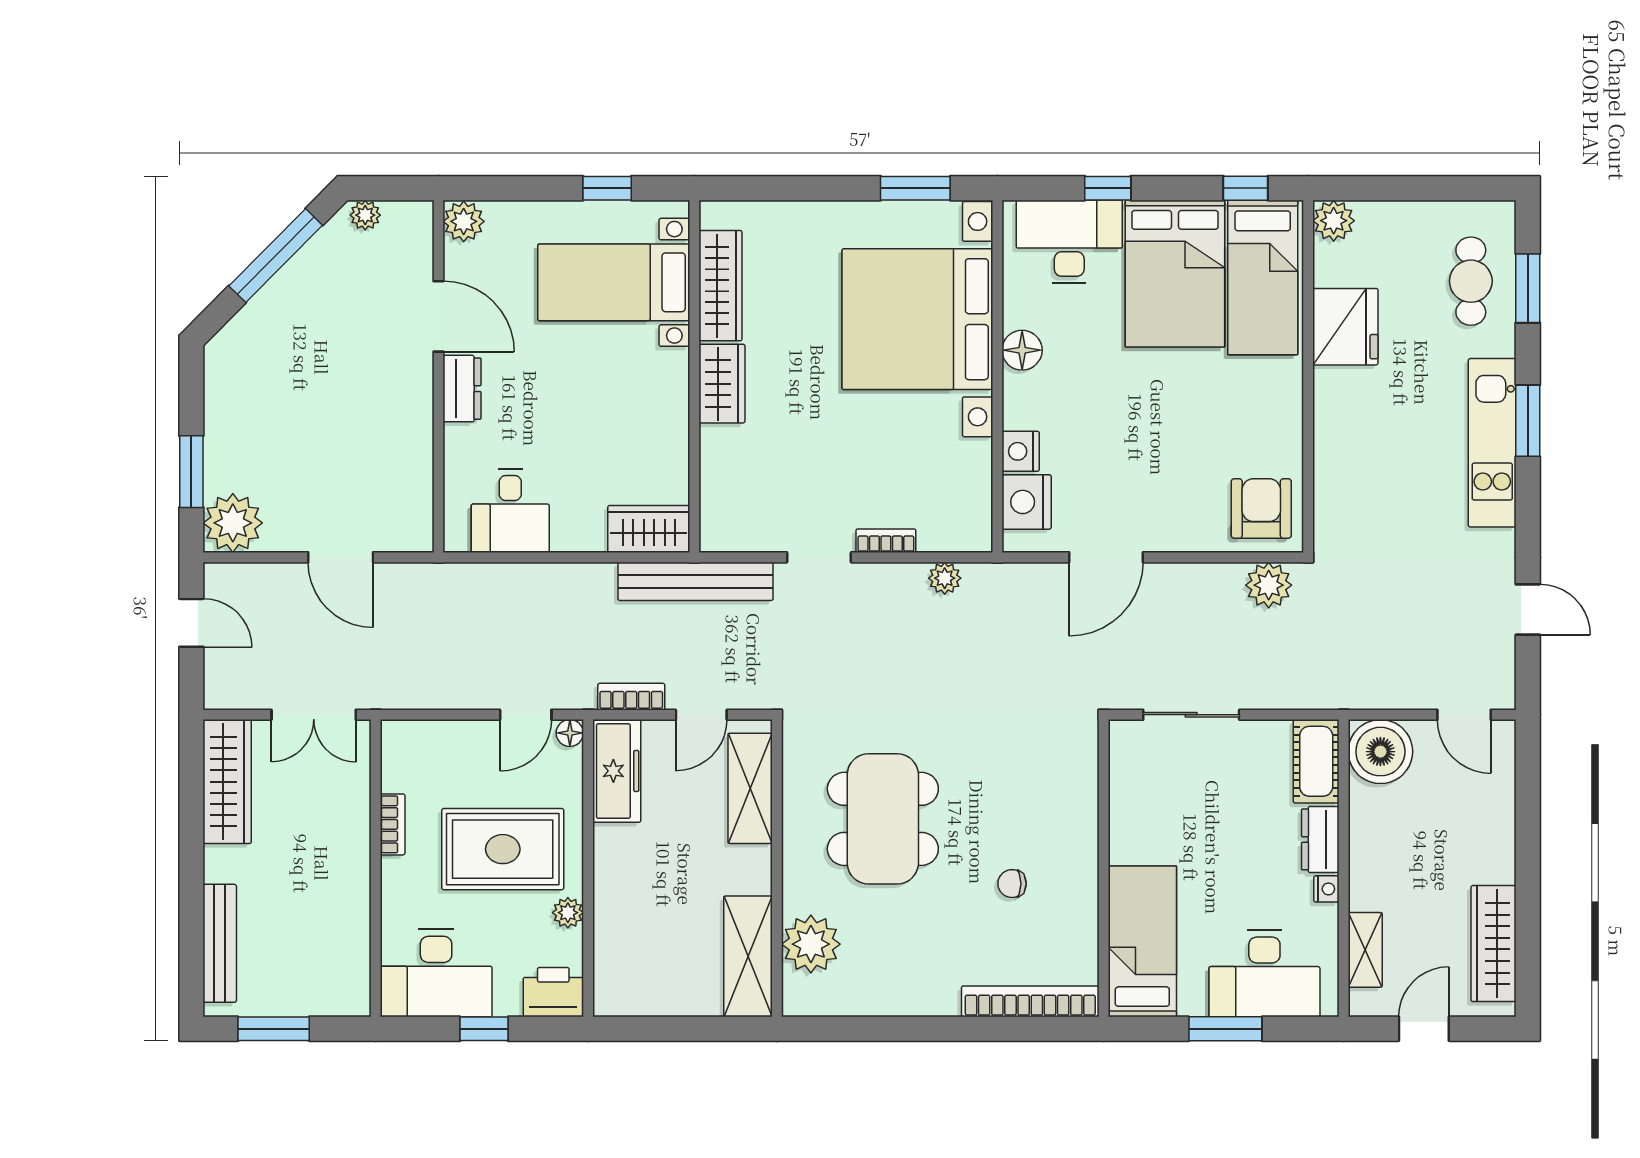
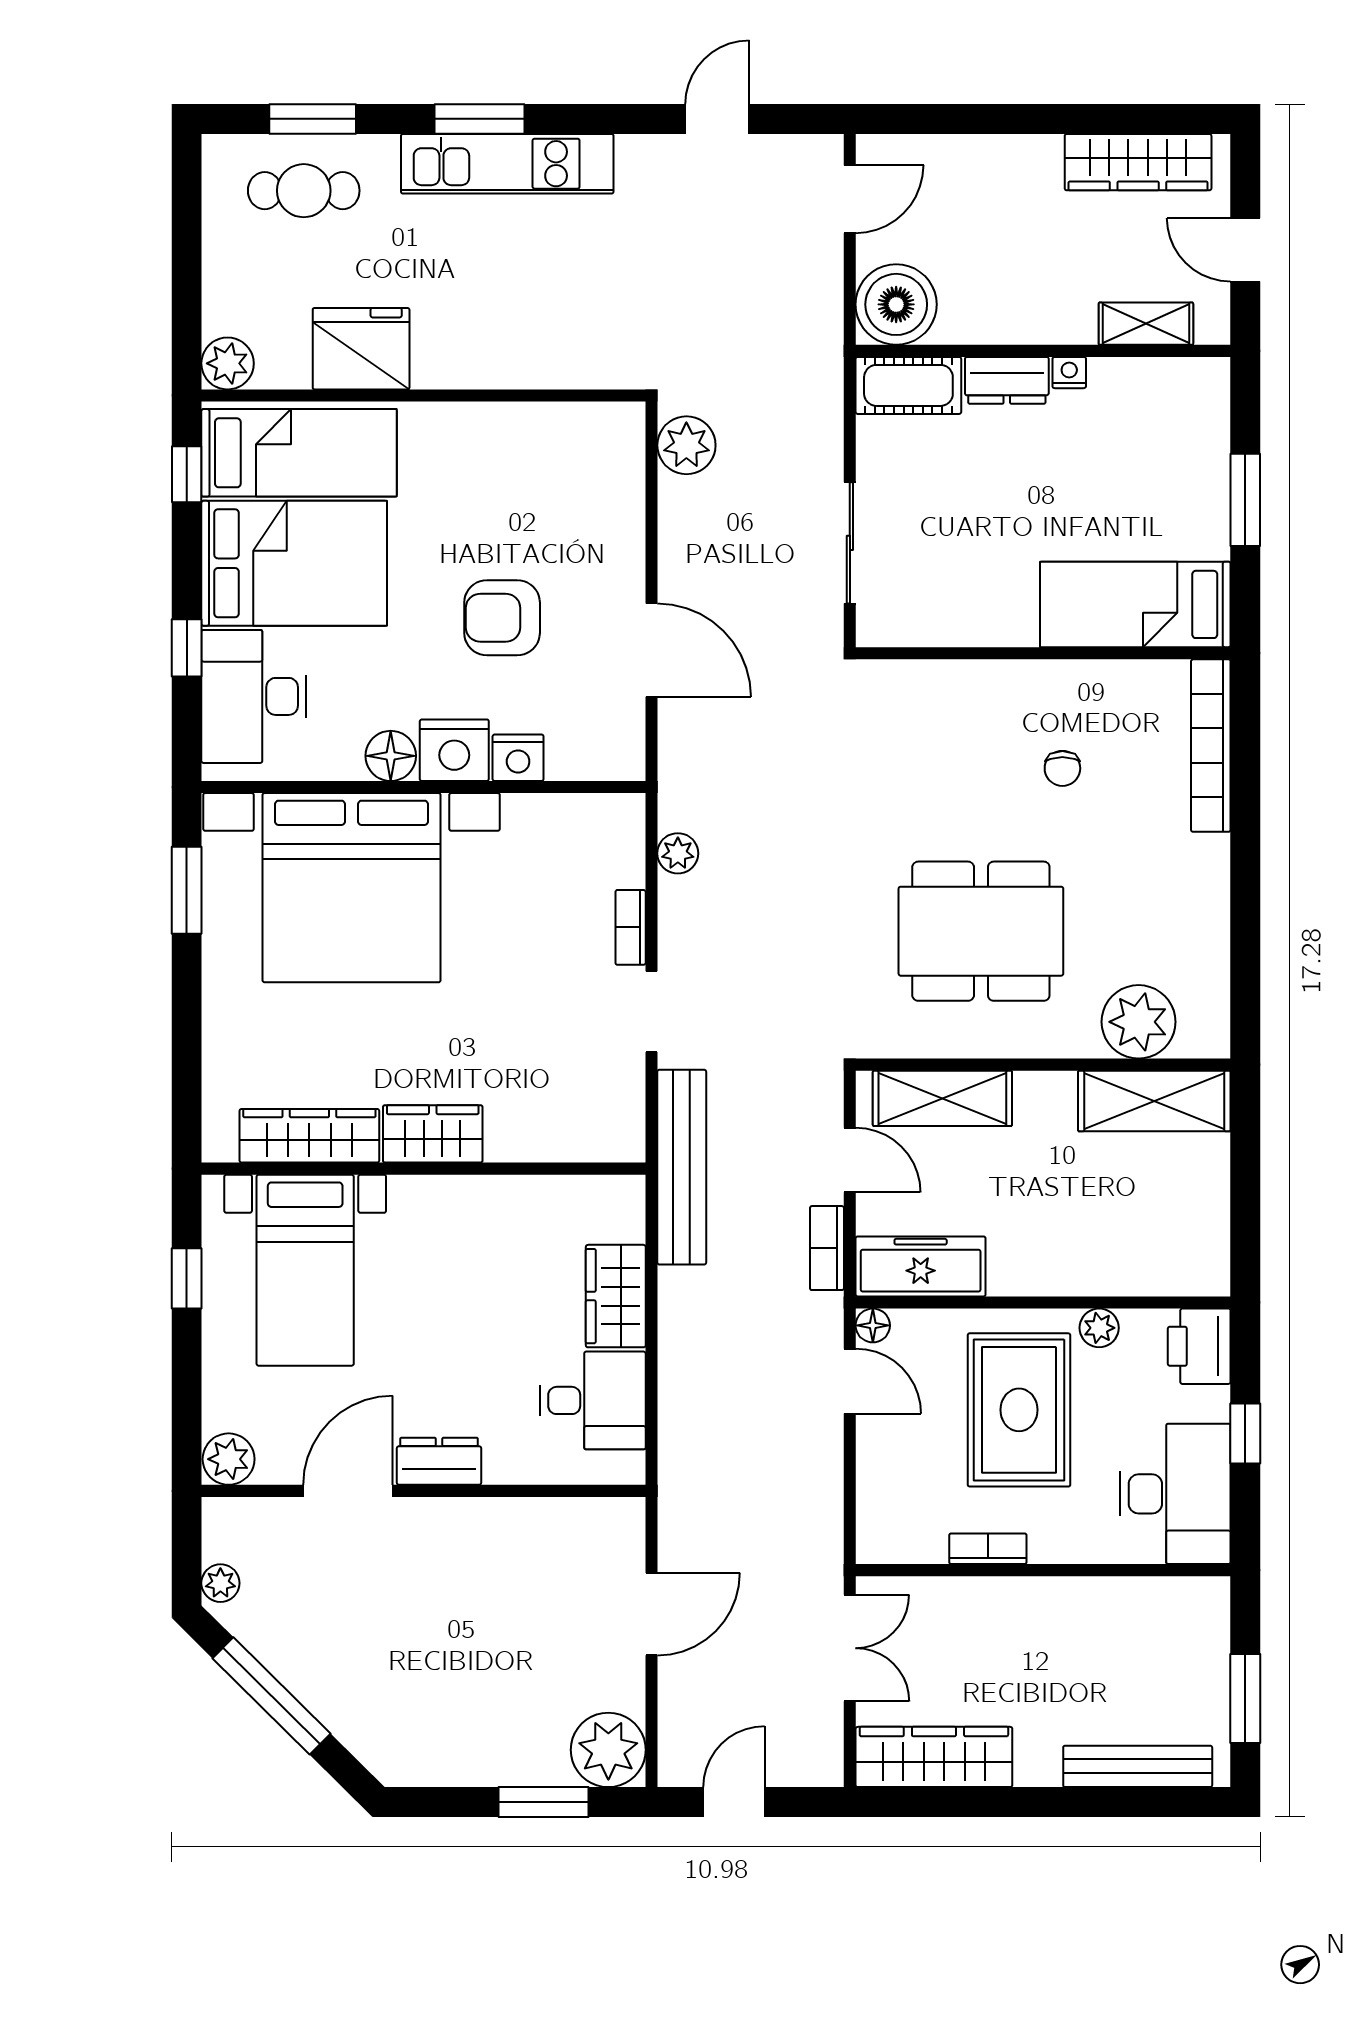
nightstand: (1027, 502) -> (454, 750), moved
armchair: (1261, 508) -> (502, 618), moved
wardrobe: (649, 529) -> (616, 1296), moved
desk: (1264, 973) -> (1176, 451), removed

